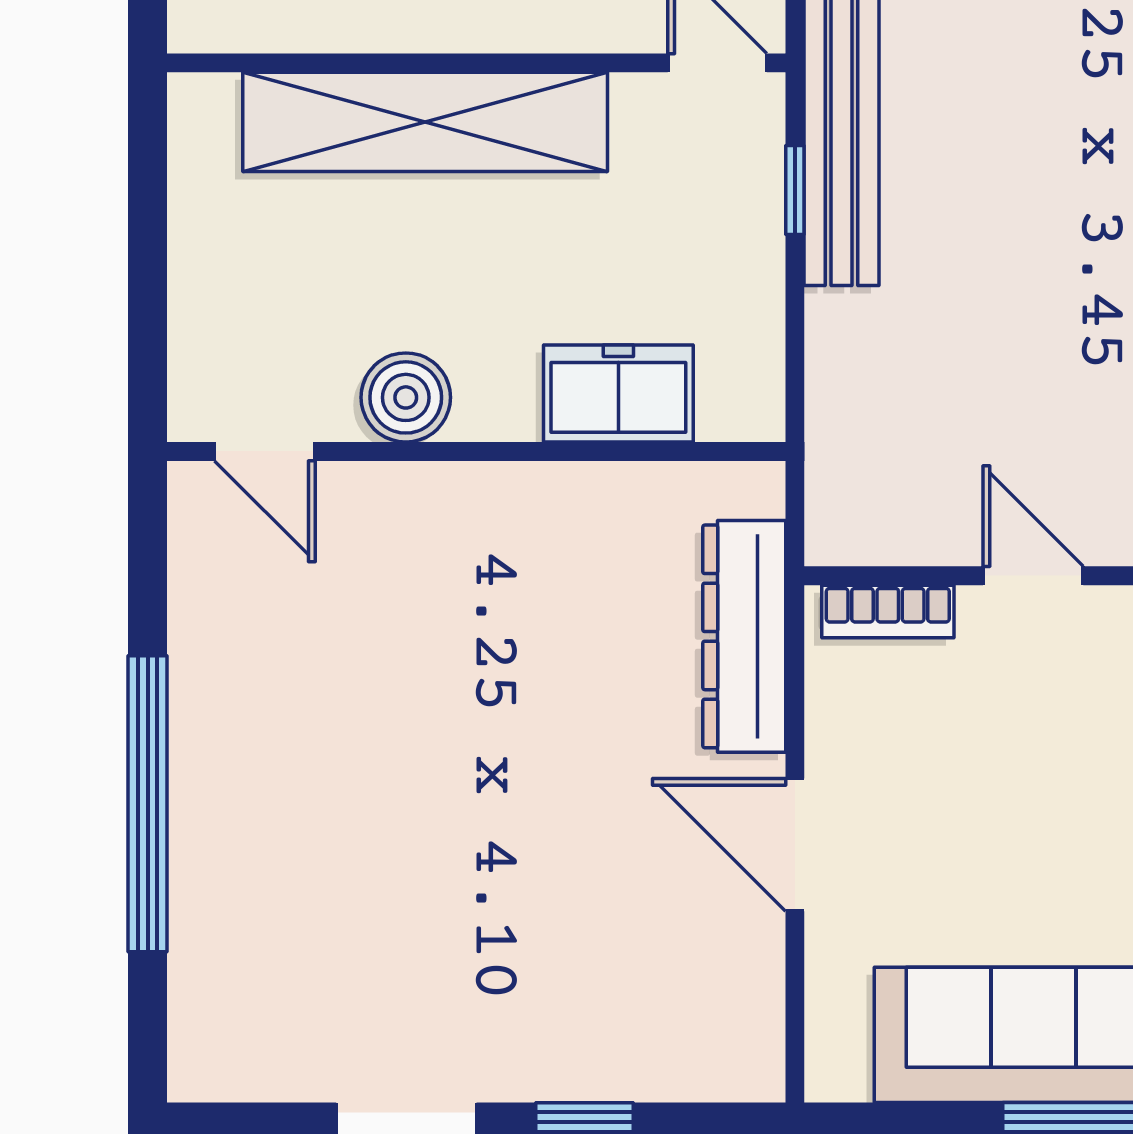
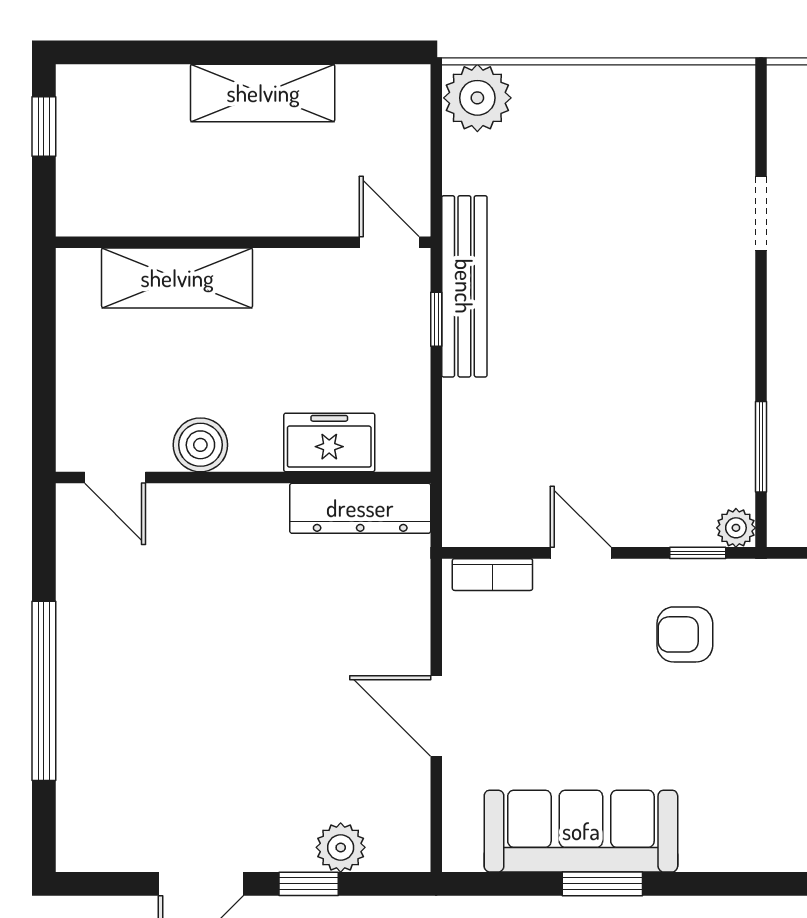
shelving: (425, 122) -> (177, 278), width x0.68
dresser: (744, 636) -> (360, 508), moved, turned -90
plant: (637, 1062) -> (341, 847), added

